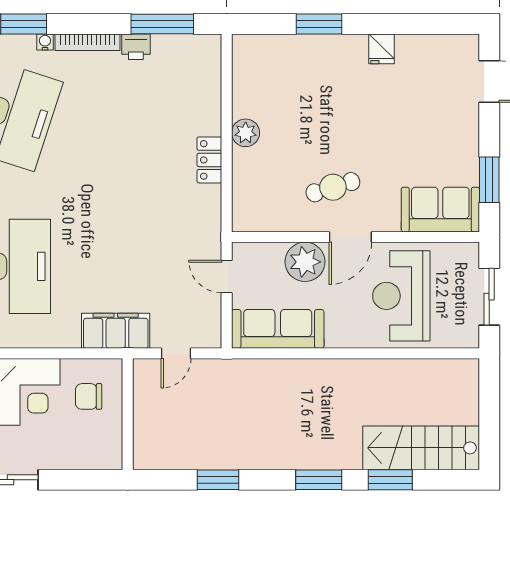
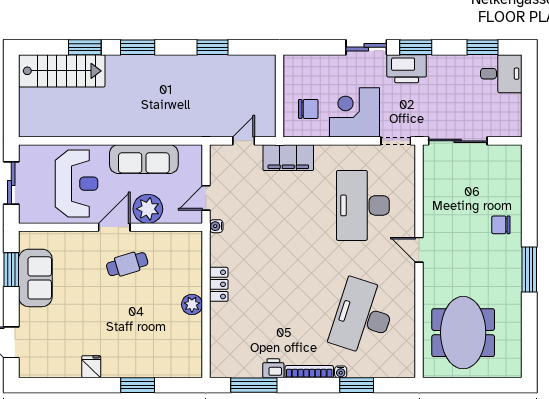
sofa: (440, 210) -> (35, 278), moved, turned -90
water cooler: (213, 238) -> (216, 226), added
door: (227, 277) -> (206, 198), swing flipped
sofa: (278, 329) -> (144, 159), moved

